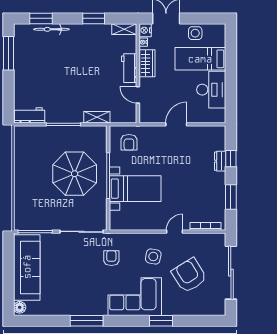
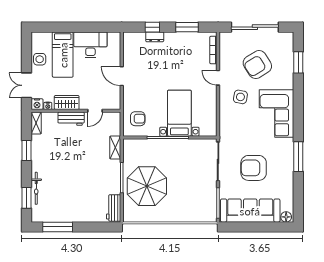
parasol: (75, 174) -> (147, 186), moved
armchair: (111, 258) -> (254, 168), moved, width x1.88, depth x1.88
window: (161, 321) -> (298, 62), moved

